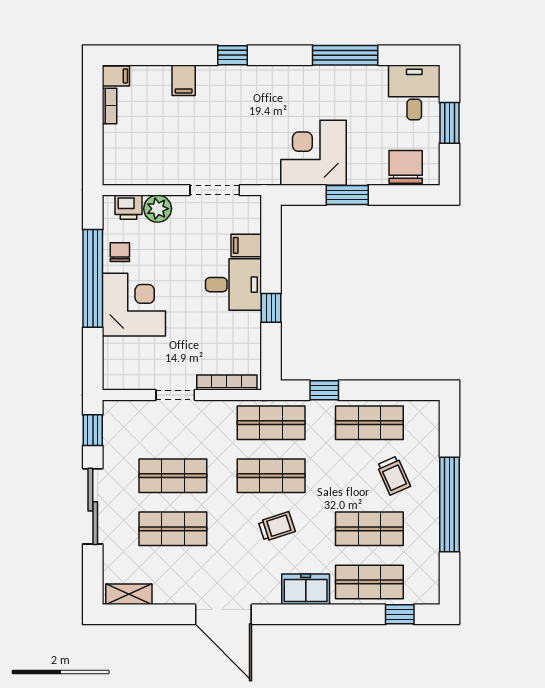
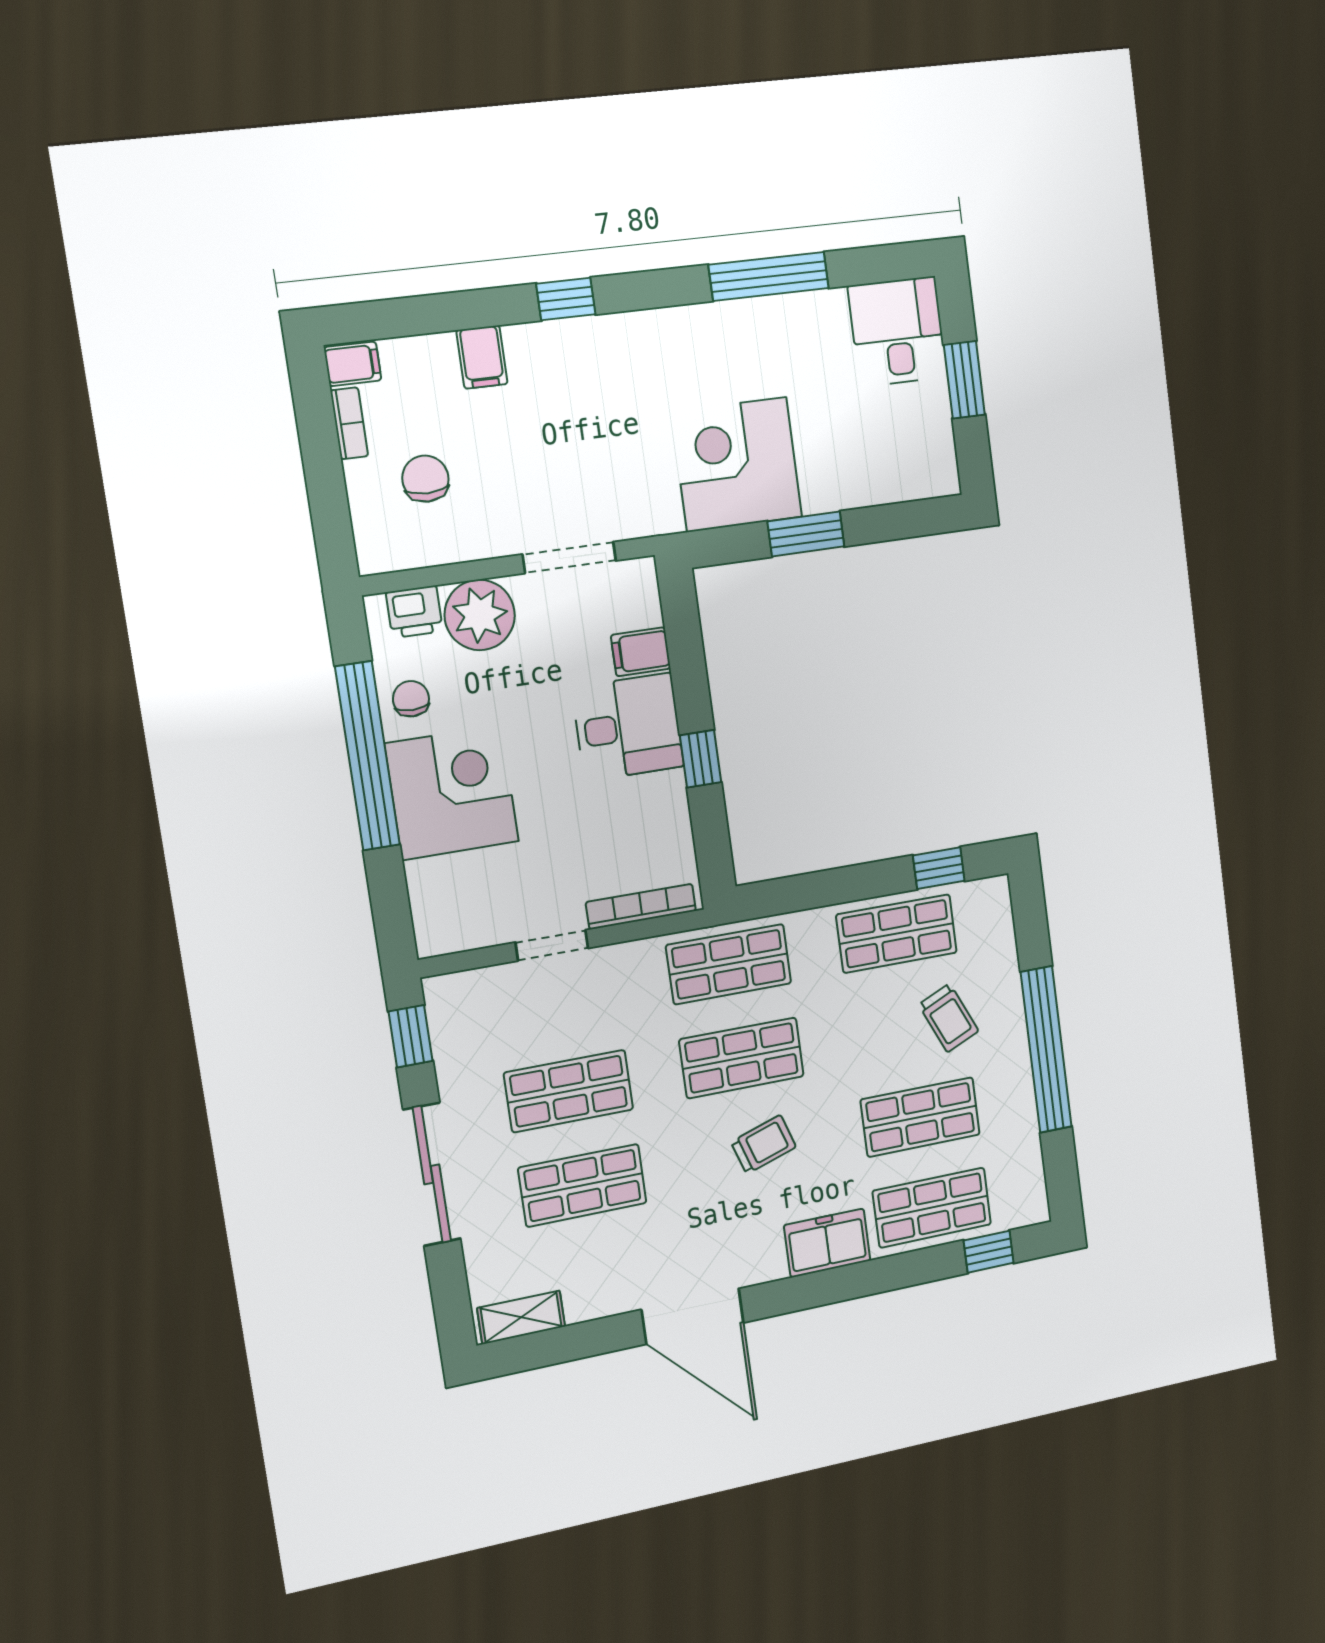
chair: (406, 167) -> (425, 479), moved, width x0.73, depth x0.73
plant: (158, 209) -> (480, 615), width x1.36, depth x1.36
window: (324, 390) -> (939, 868), moved

